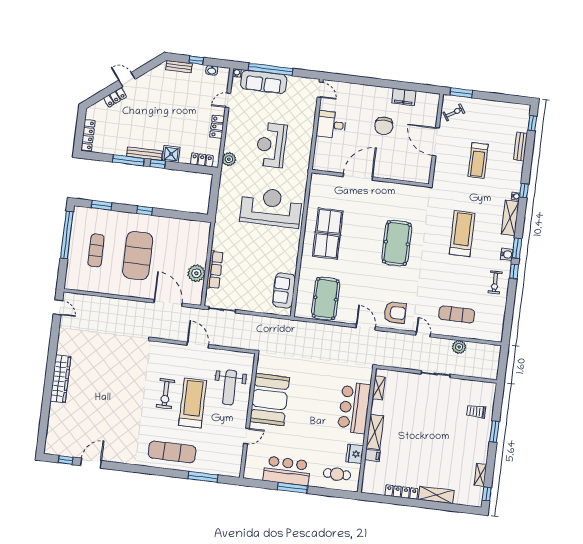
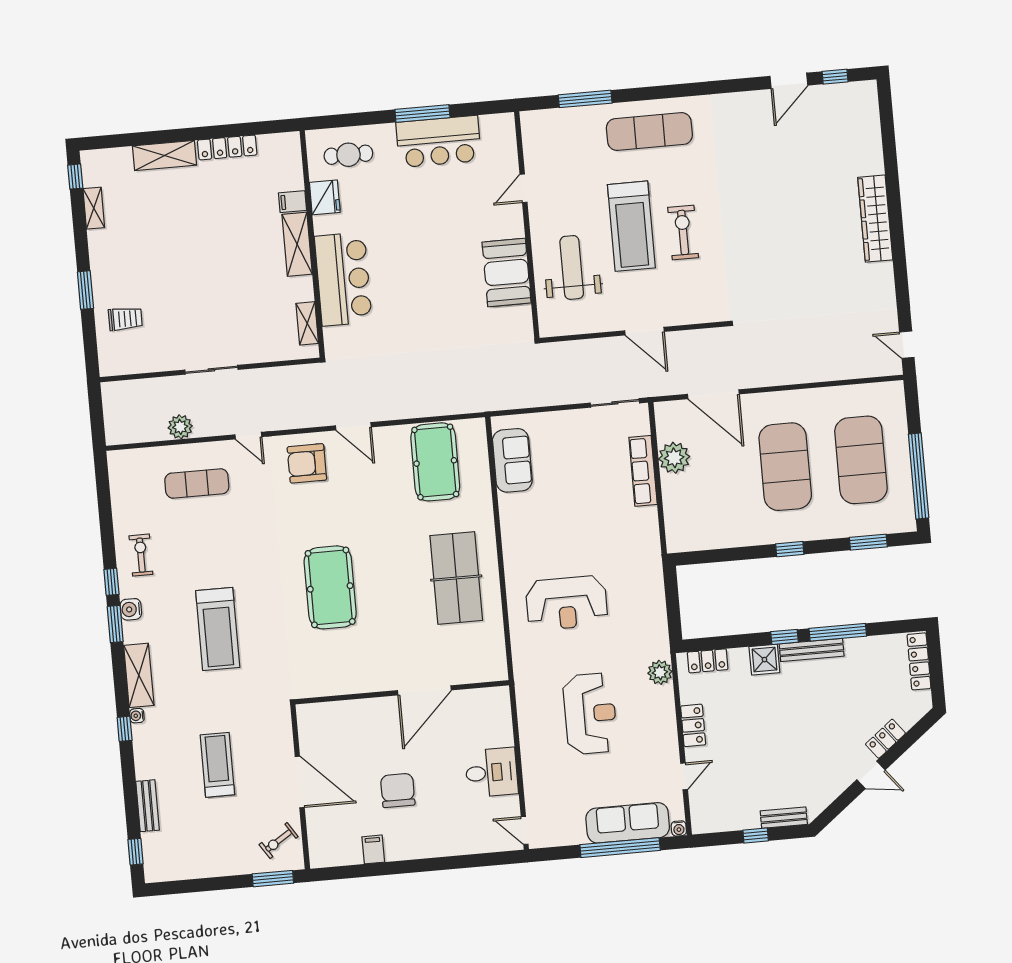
washbasin: (212, 70) -> (724, 823), removed
filing cabinet: (404, 97) -> (373, 849), width x0.50
reception desk: (271, 207) -> (567, 603), width x0.74, depth x0.77
exercise mat: (96, 250) -> (861, 460), width x2.00, depth x1.45
booth: (270, 399) -> (507, 272), width x0.73, depth x0.70

